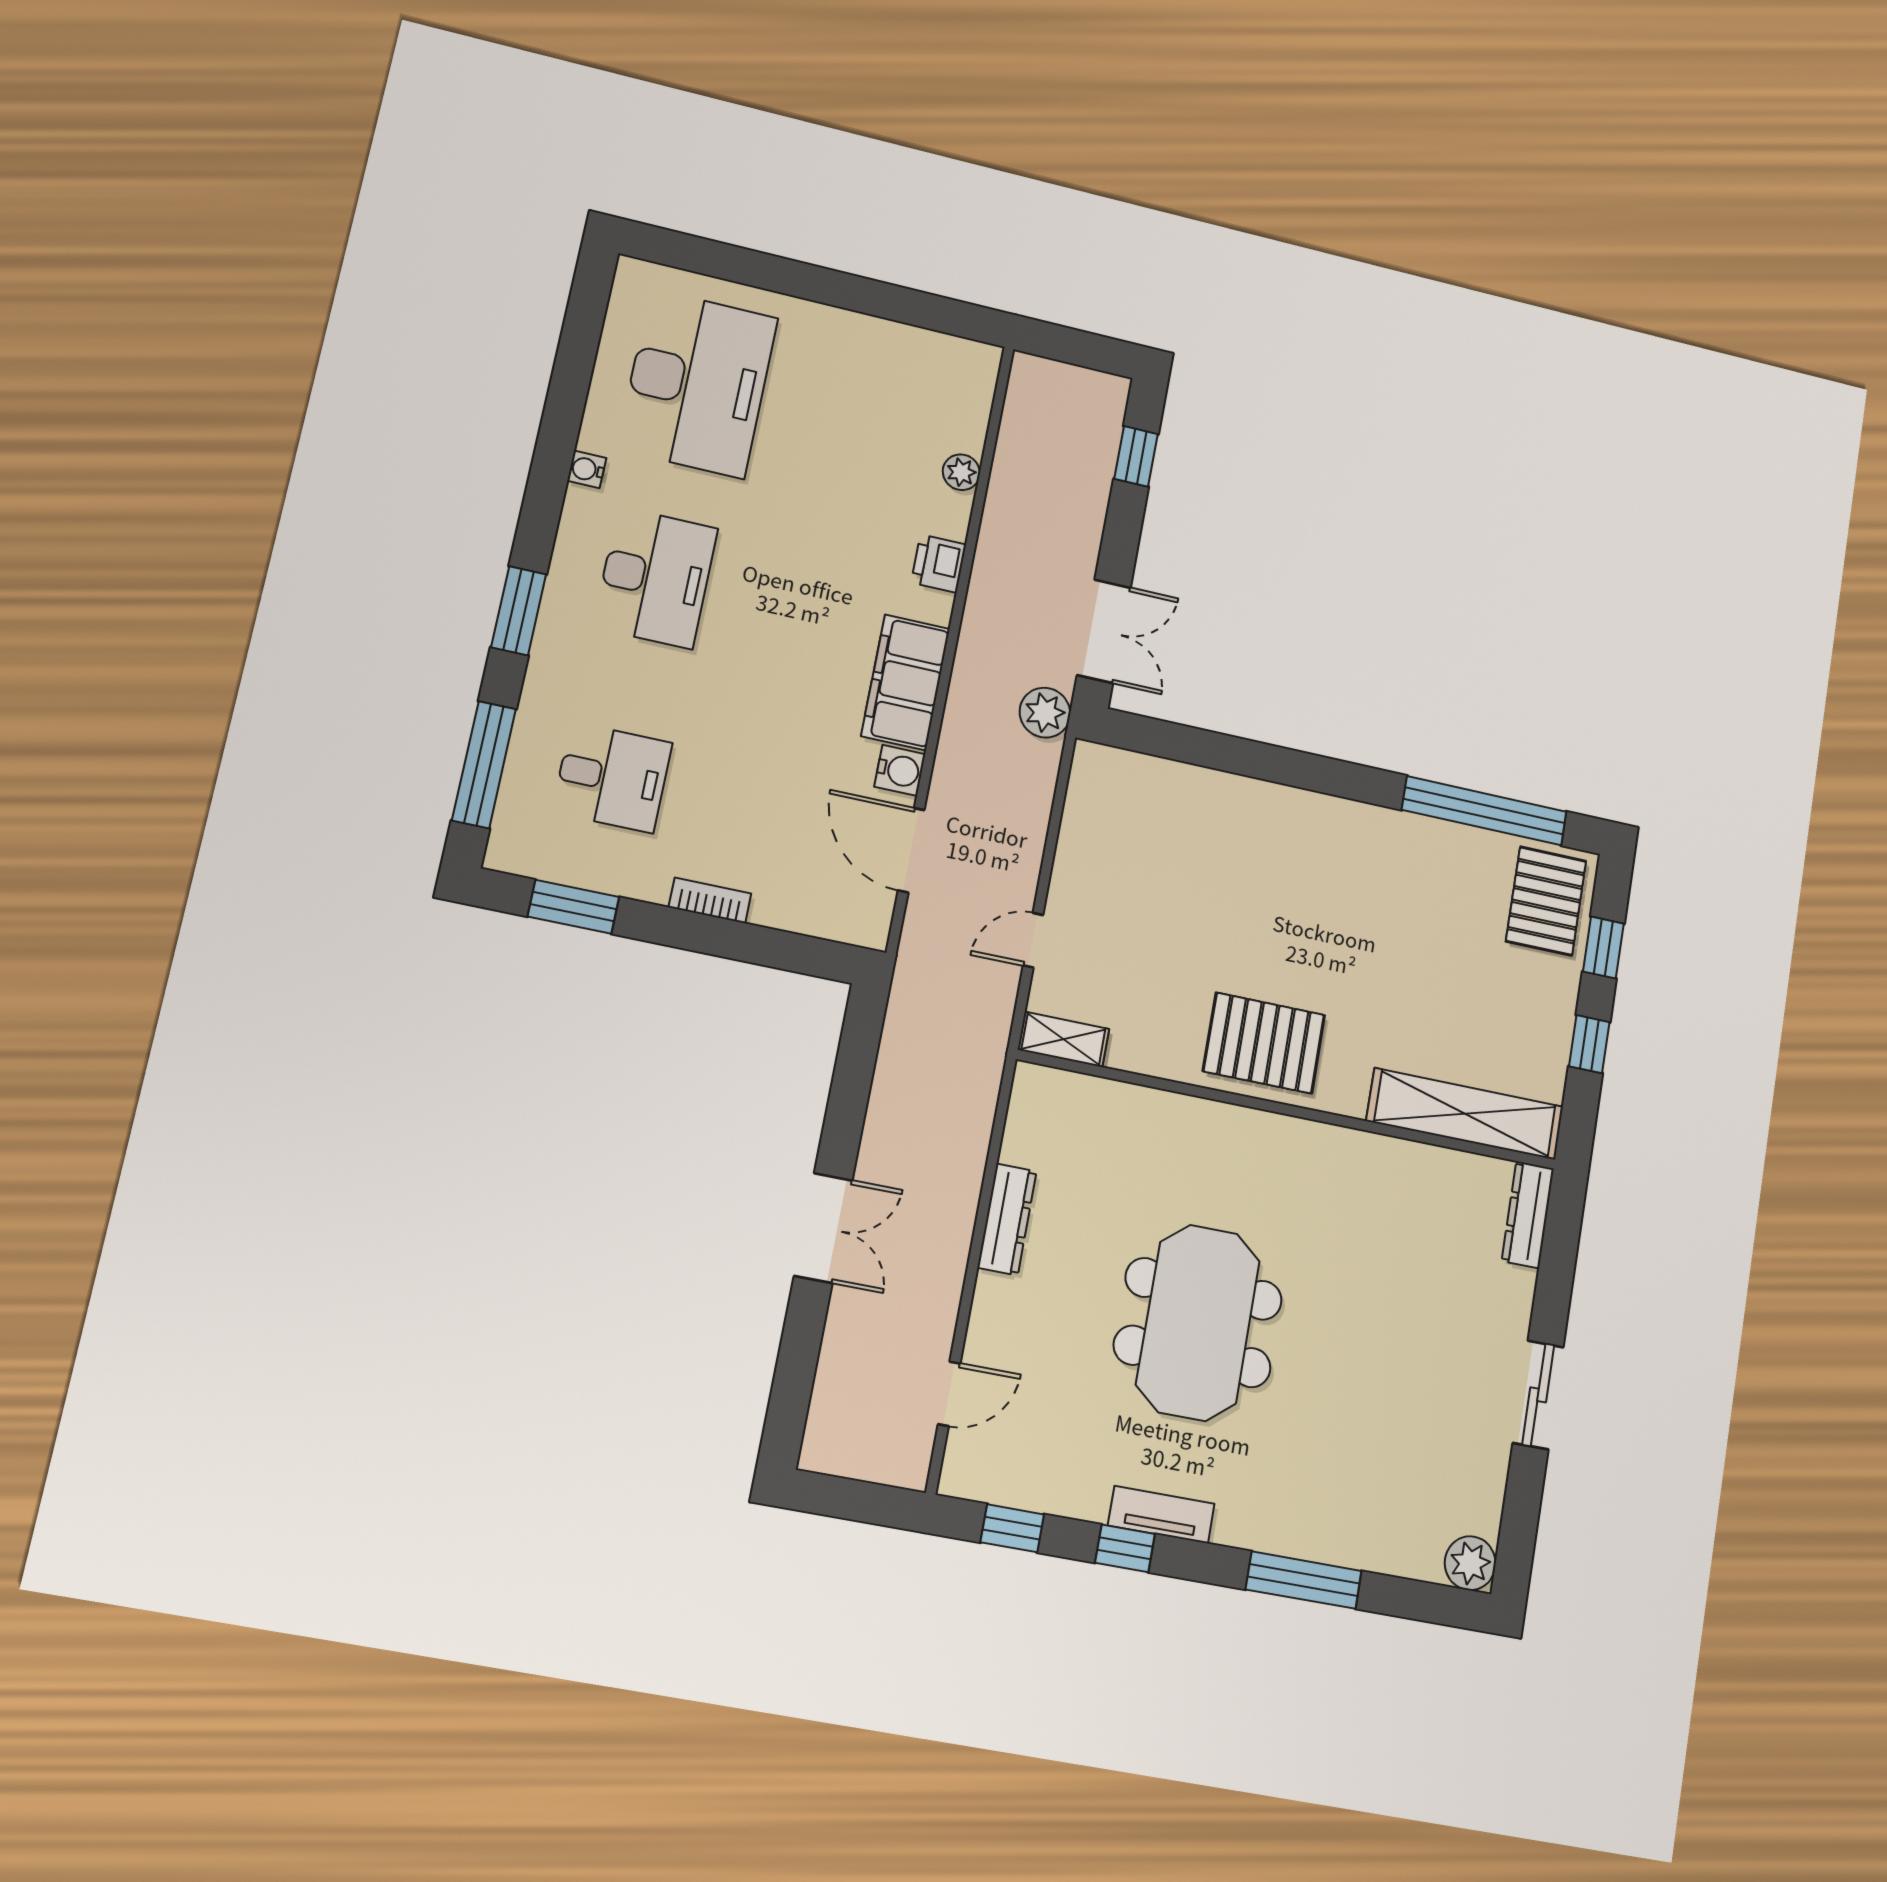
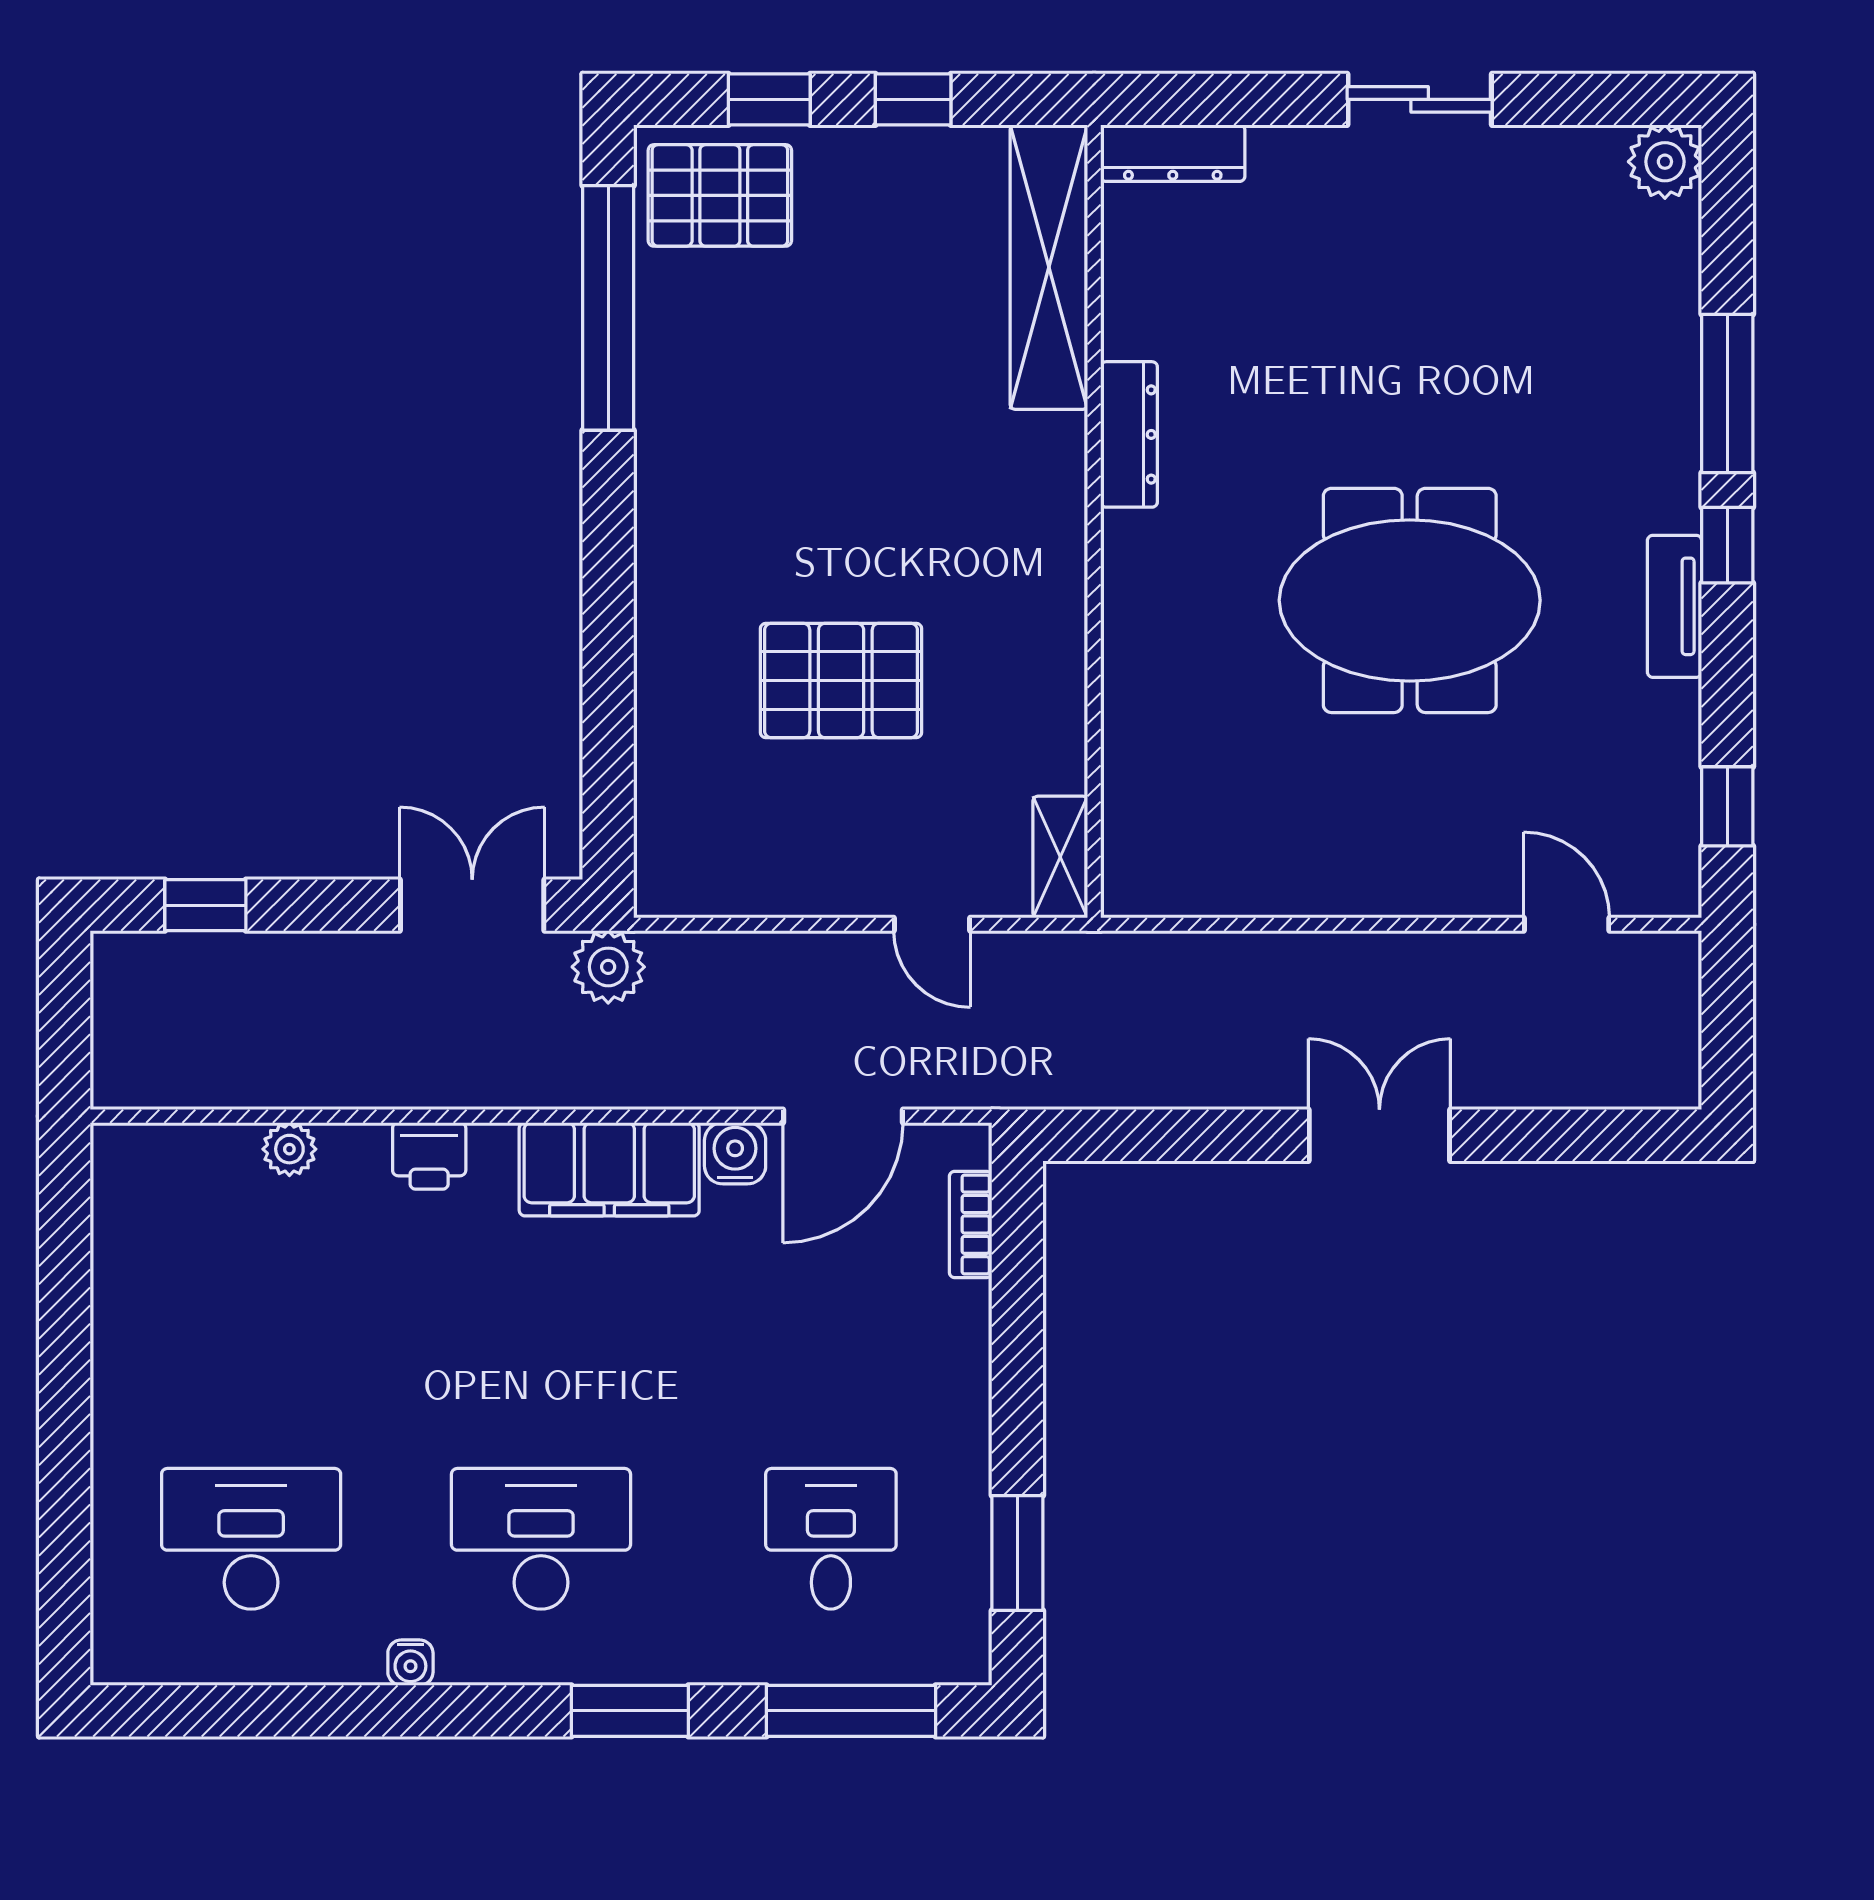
desk: (698, 383) -> (251, 1539), width x0.73, depth x0.77
bookcase: (710, 900) -> (971, 1224), moved
pallet: (1264, 1043) -> (841, 681), moved, turned 90
dresser: (1007, 1219) -> (1129, 434), moved, turned 90
window: (1125, 1548) -> (1727, 545), moved

